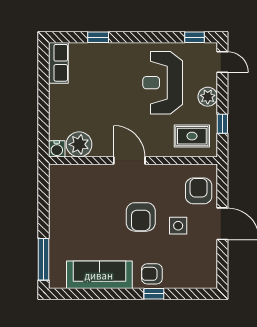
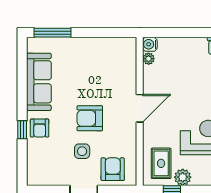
plant: (208, 97) -> (183, 177), moved
plant: (79, 144) -> (149, 59), width x0.53, depth x0.53
armchair: (199, 191) -> (113, 169), turned -90
armchair: (152, 274) -> (40, 128), turned 180

